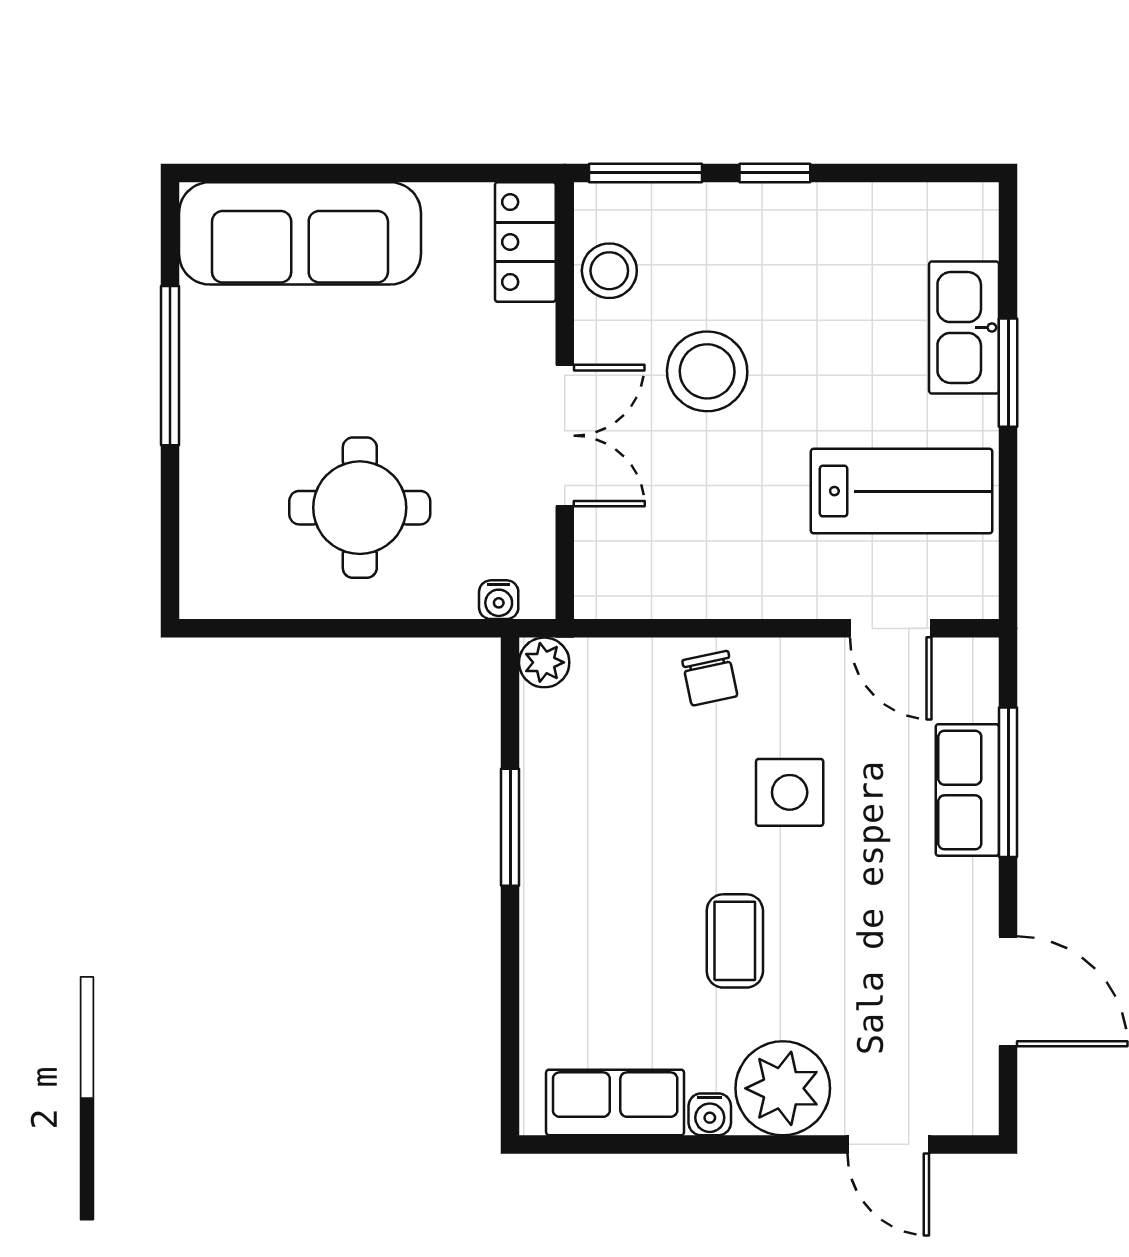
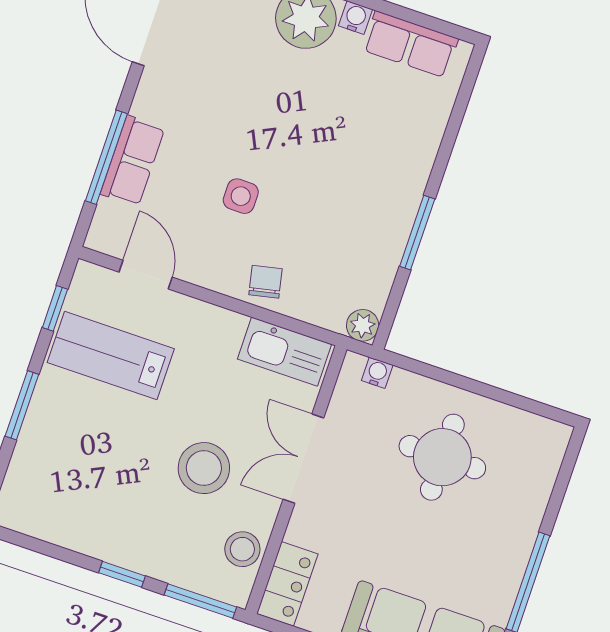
kitchen sink: (964, 327) -> (284, 352), moved, turned 90
window: (1008, 533) -> (55, 308), added
side table: (790, 792) -> (241, 196), width x0.73, depth x0.73
coffee table: (735, 941) -> (305, 117), removed

